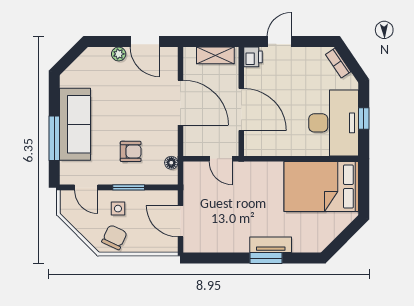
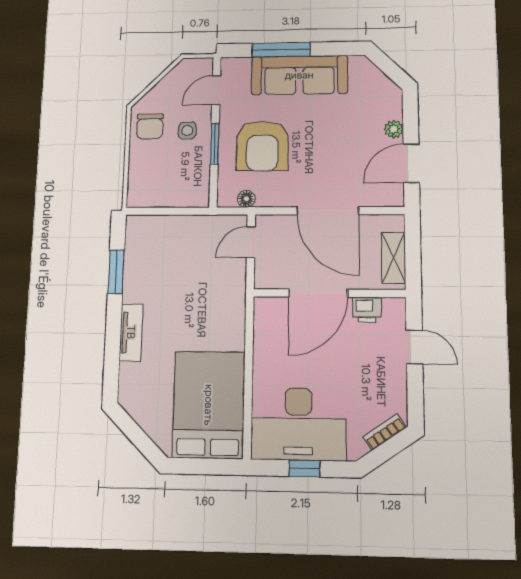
printer: (253, 57) -> (367, 310), moved
door: (180, 103) -> (328, 211), hinge flipped
armchair: (131, 151) -> (262, 146), width x1.88, depth x1.88
door: (221, 159) -> (251, 242), moved
door: (180, 221) -> (168, 211), removed
chair: (114, 237) -> (150, 126), turned 65
window: (266, 258) -> (116, 272), moved

